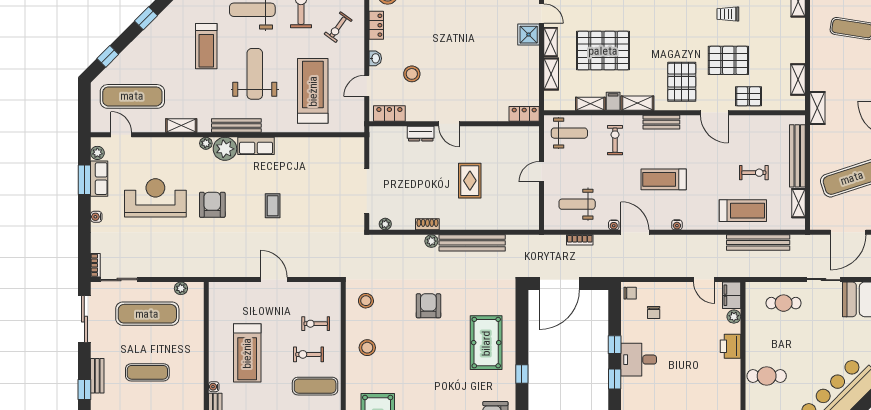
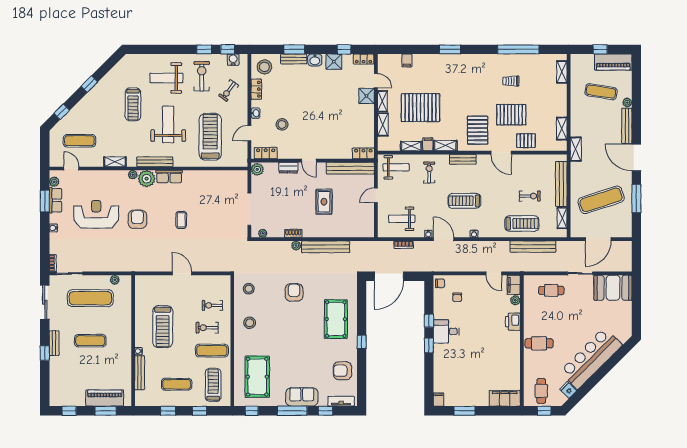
exercise mat: (132, 96) -> (79, 141), width x0.73, depth x0.69
bench: (506, 134) -> (350, 168), added
plant: (378, 136) -> (257, 169), added

